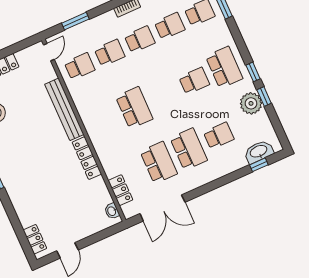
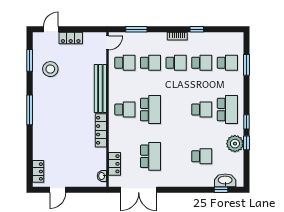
school desk: (189, 149) -> (125, 110), moved, width x0.54

